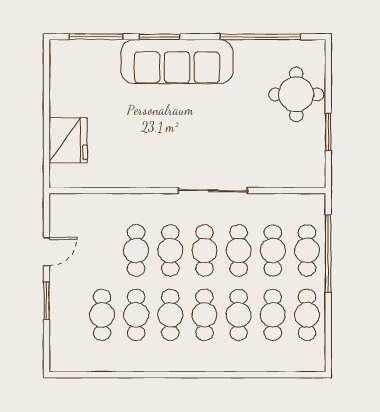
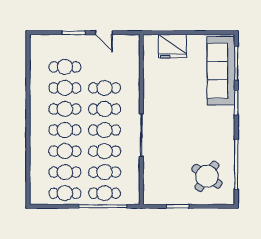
sofa: (177, 62) -> (221, 71), moved
round table: (296, 94) -> (207, 176), moved, turned 35

